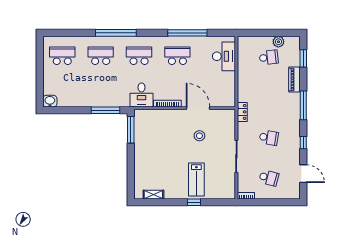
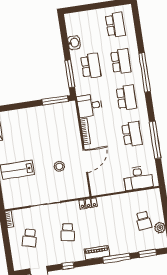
piano: (294, 79) -> (97, 253), moved
school desk: (101, 87) -> (91, 66), added
washbasin: (50, 101) -> (74, 43), moved
window: (303, 105) -> (116, 258), moved

